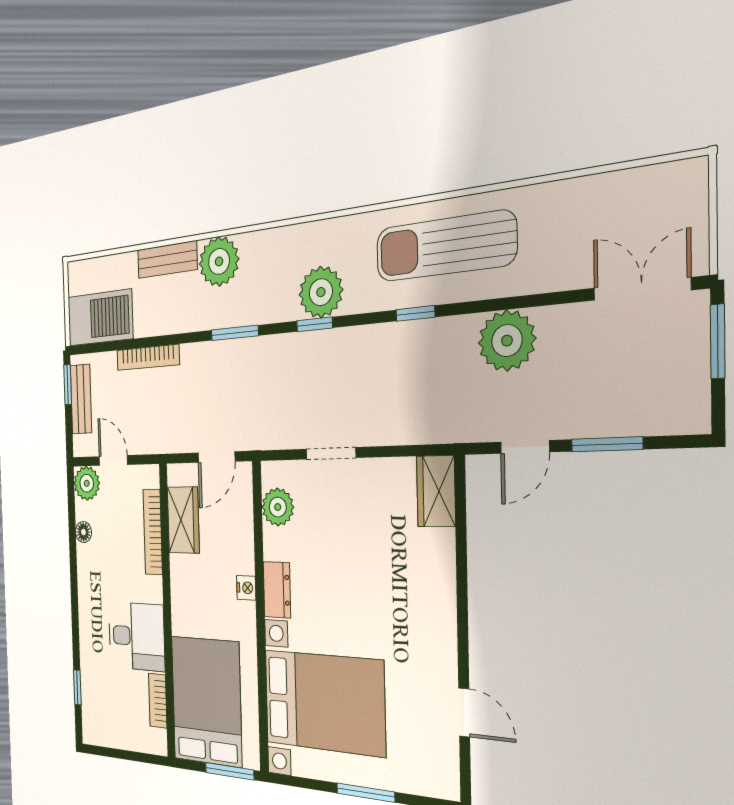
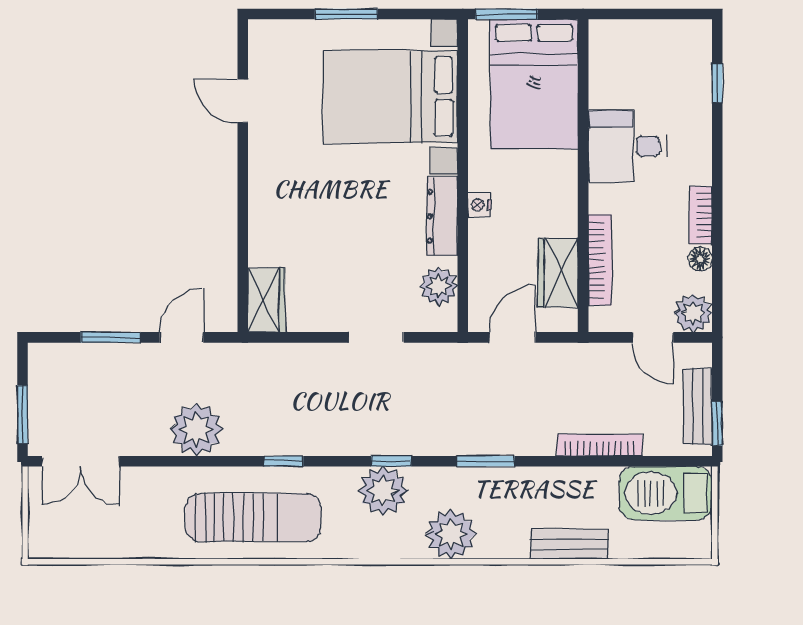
plant: (219, 261) -> (451, 534), moved
dresser: (277, 590) -> (442, 216), width x1.44
bookcase: (158, 701) -> (701, 215), moved, turned 180

